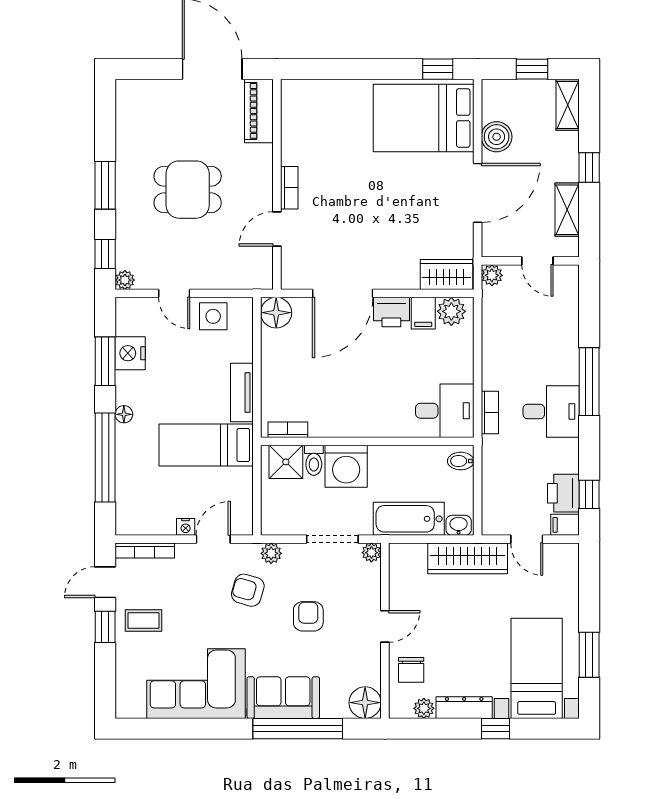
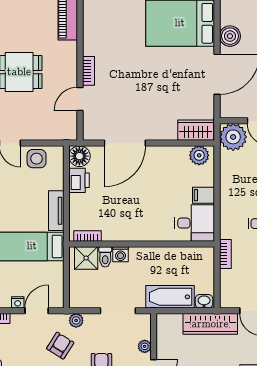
plant: (492, 275) -> (233, 137), width x1.88, depth x1.88
printer: (391, 312) -> (79, 180), moved, turned -90
filing cabinet: (423, 313) -> (204, 195), moved, turned 90
bookcase: (490, 413) -> (225, 254), moved
bidet: (461, 461) -> (205, 257), removed
washing machine: (346, 466) -> (121, 254), width x0.53, depth x0.53
plant: (371, 553) -> (145, 346), moved
armchair: (248, 590) -> (60, 346), turned 106

